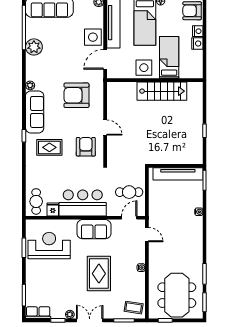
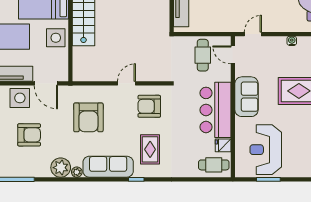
armchair: (62, 45) -> (29, 135), added
plant: (34, 47) -> (61, 168), moved

